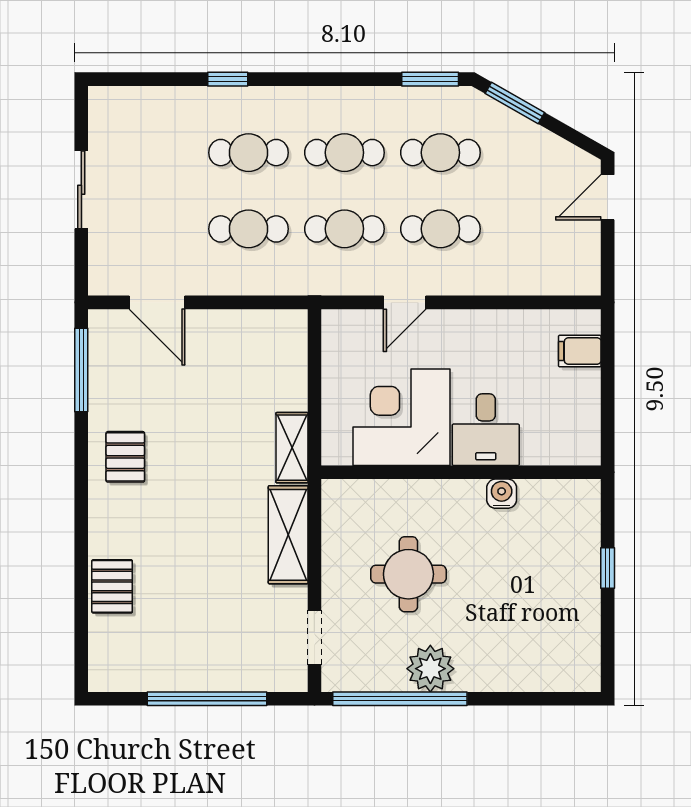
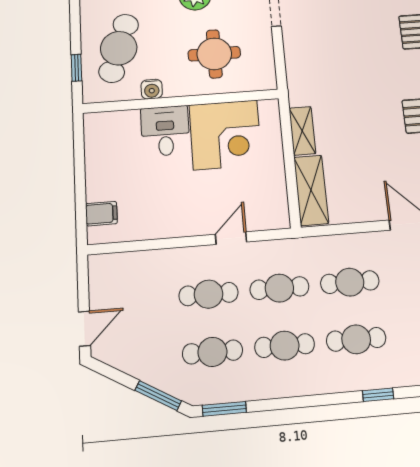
corner desk: (401, 417) -> (225, 135), moved
desk: (486, 430) -> (165, 131), moved
wall: (461, 472) -> (181, 101), moved
water cooler: (502, 494) -> (152, 89), moved
shelving: (288, 535) -> (311, 190), moved
cafe table: (546, 594) -> (119, 48), added

